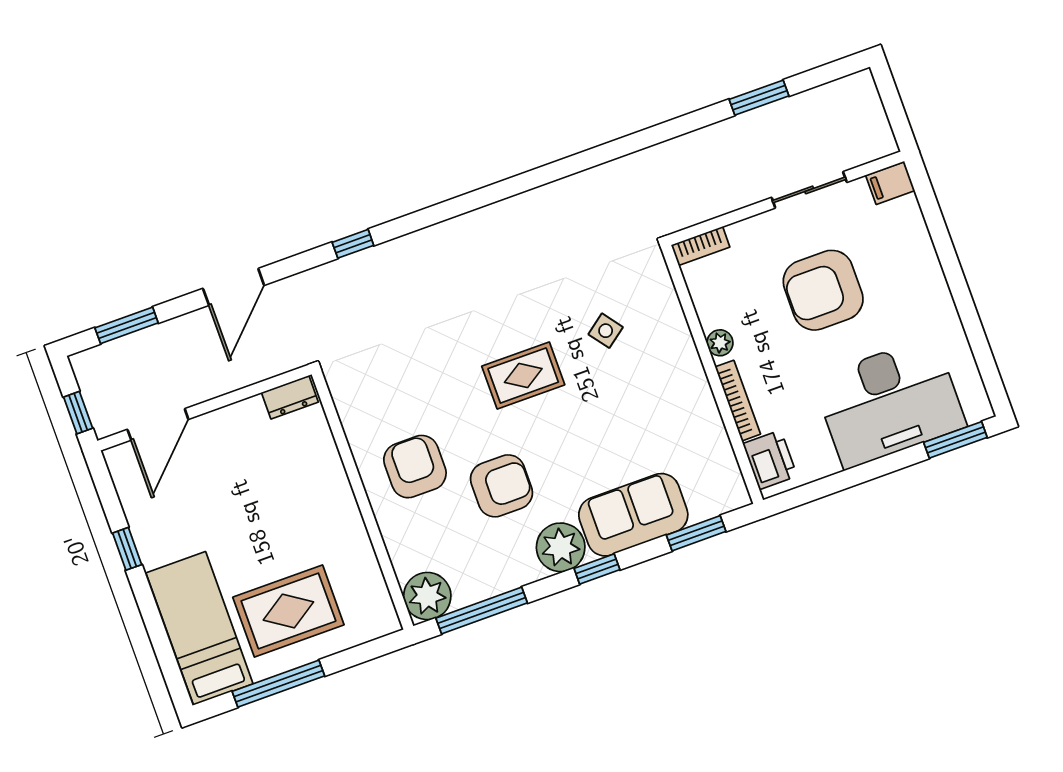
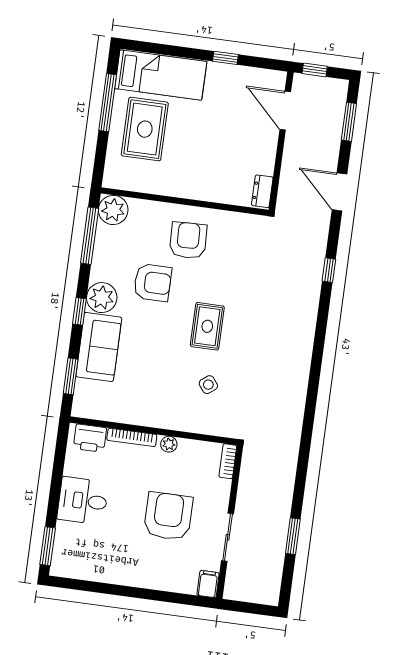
desk: (889, 402) -> (83, 501), width x0.53, depth x0.77
armchair: (415, 467) -> (188, 240), turned -92
armchair: (502, 486) -> (153, 283), turned -90

